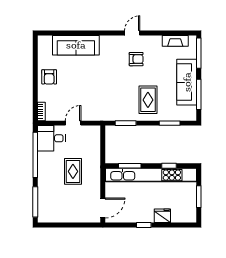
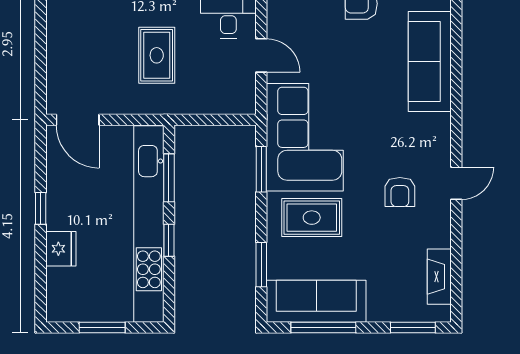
door: (132, 33) -> (456, 183), hinge flipped
window: (199, 53) -> (413, 328), width x0.69
sofa: (187, 82) -> (316, 301), moved
corner sofa: (111, 103) -> (305, 137), added
window: (169, 166) -> (169, 240), moved
rug: (73, 171) -> (157, 55), turned 90

